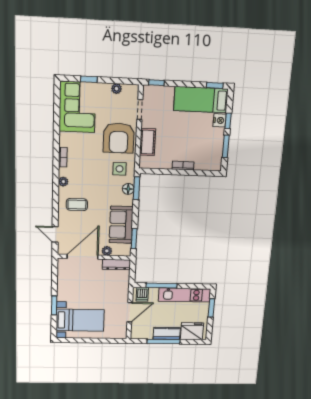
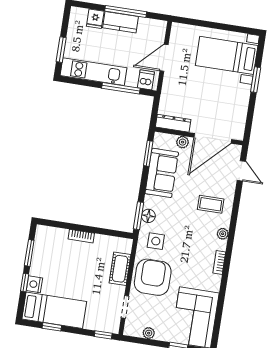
window: (215, 85) -> (52, 327), moved
fridge: (192, 331) -> (95, 19), width x0.53, depth x0.75

